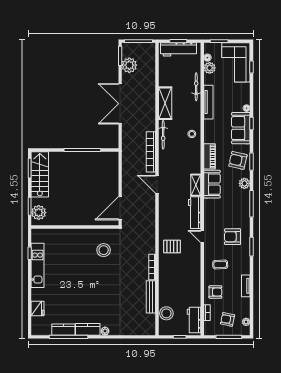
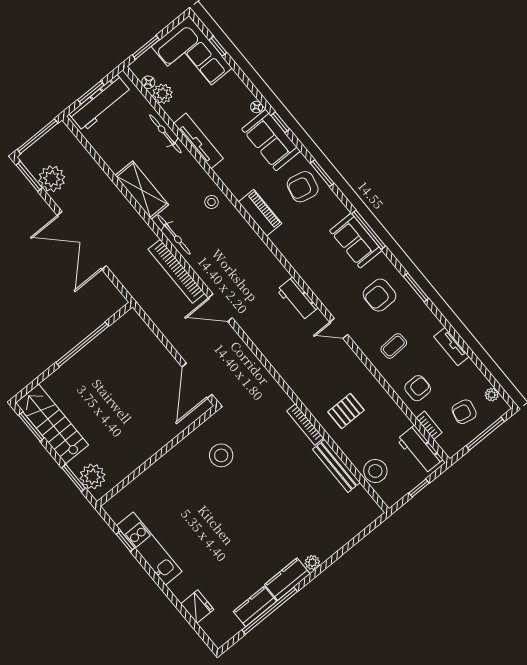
plant: (244, 183) -> (337, 210), removed
sofa: (212, 184) -> (356, 241), moved, turned 180
shelving: (196, 185) -> (273, 266), removed
workbench: (195, 213) -> (297, 299), width x0.73
pallet: (172, 247) -> (346, 411), moved

